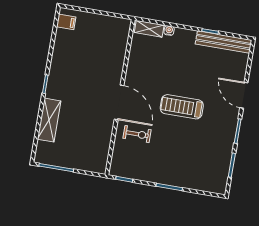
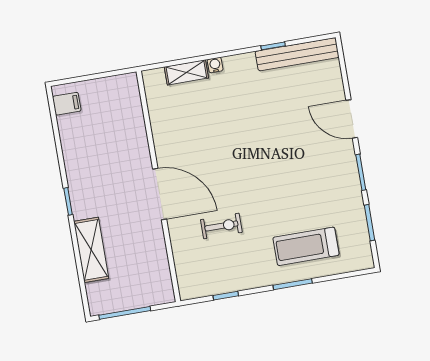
wall: (120, 97) -> (158, 186), moved
door: (119, 102) -> (160, 194), moved
treadmill: (182, 107) -> (306, 246), moved

